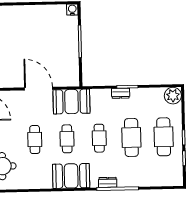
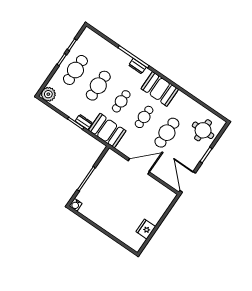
door: (39, 89) -> (139, 166), swing flipped
booth: (71, 102) -> (107, 131), moved
cafe table: (35, 140) -> (167, 133), width x1.37, depth x1.35

